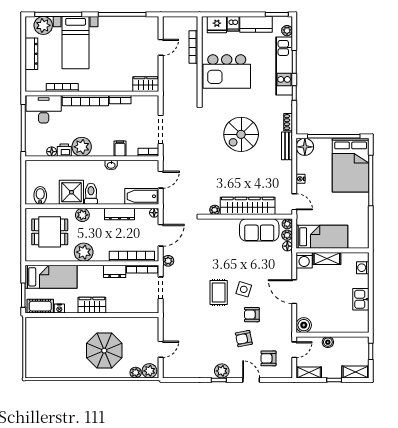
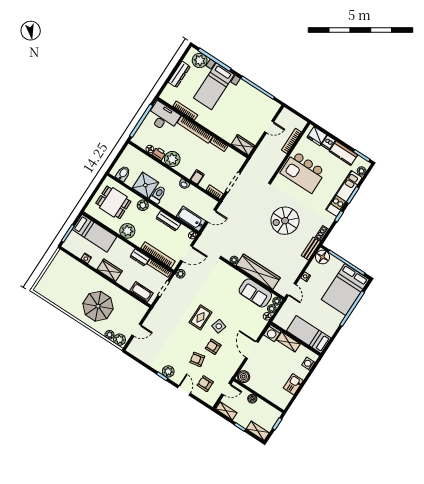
bed: (322, 237) -> (309, 334), moved, turned 180
cot: (40, 306) -> (141, 292), moved

